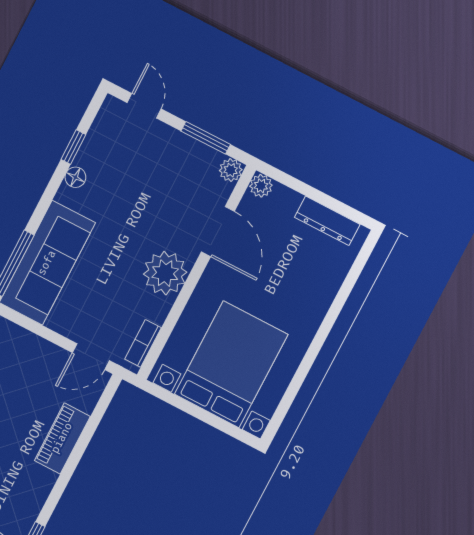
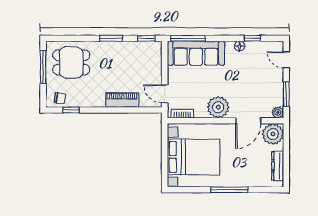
door: (144, 106) -> (286, 60), swing flipped
plant: (261, 186) -> (273, 134), width x1.88, depth x1.88
window: (324, 330) -> (229, 190), added

